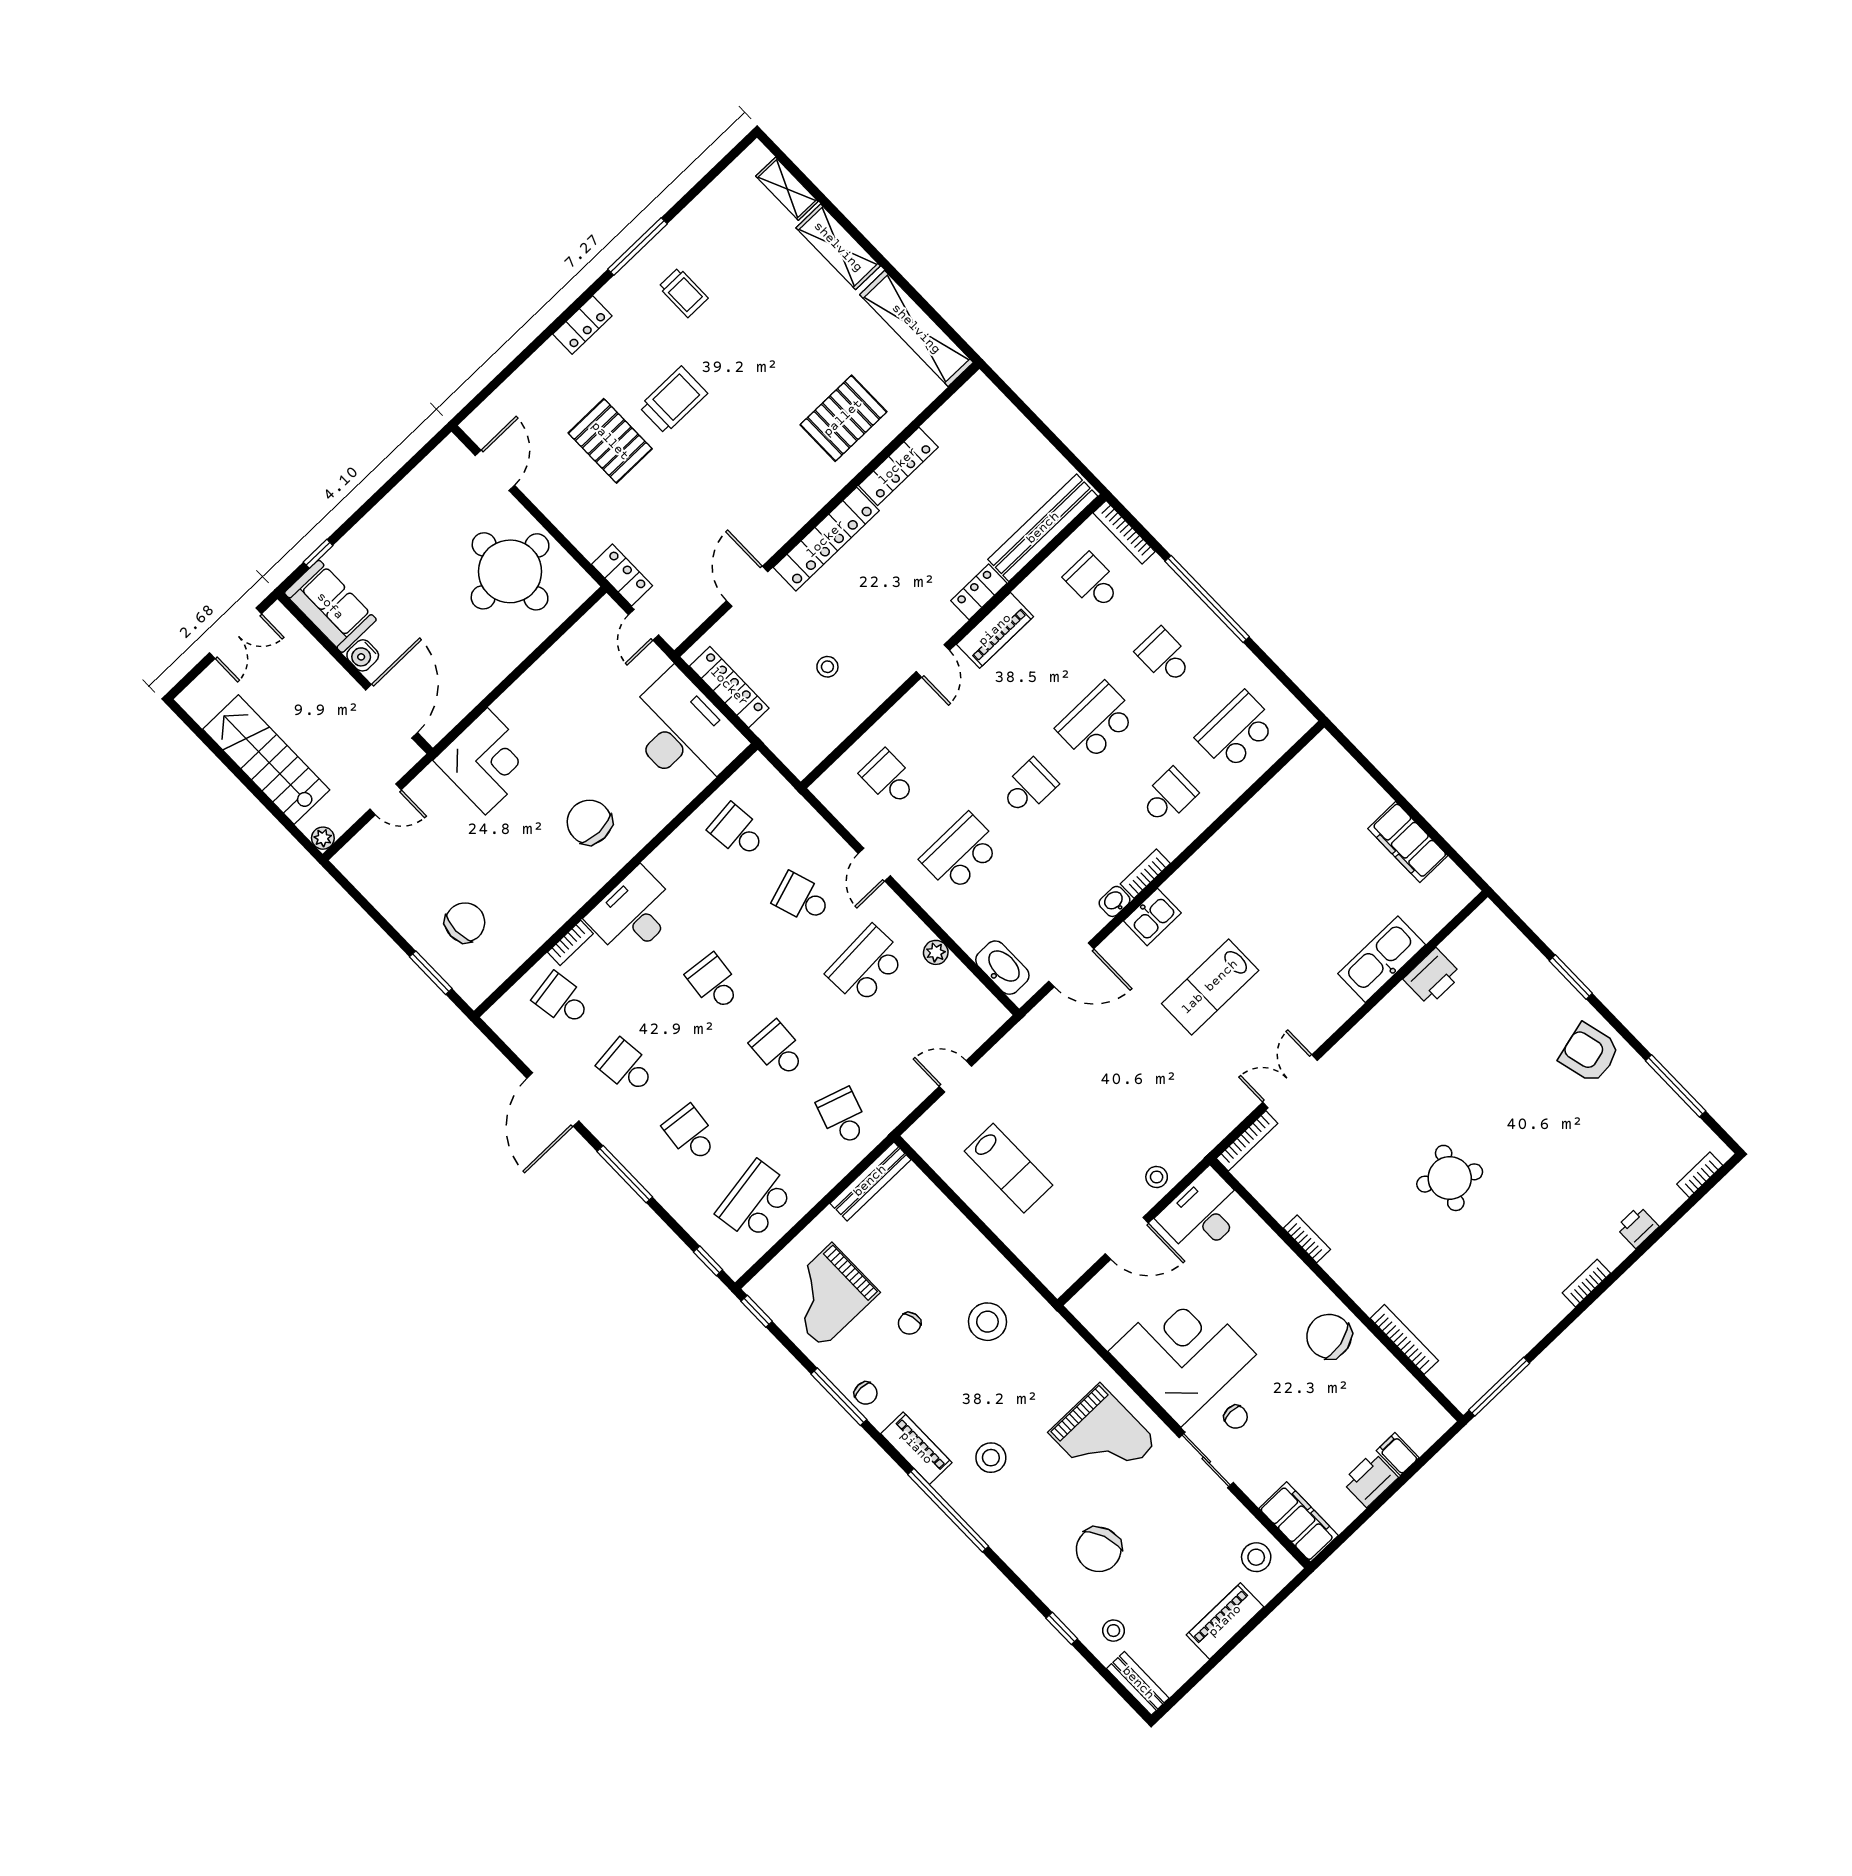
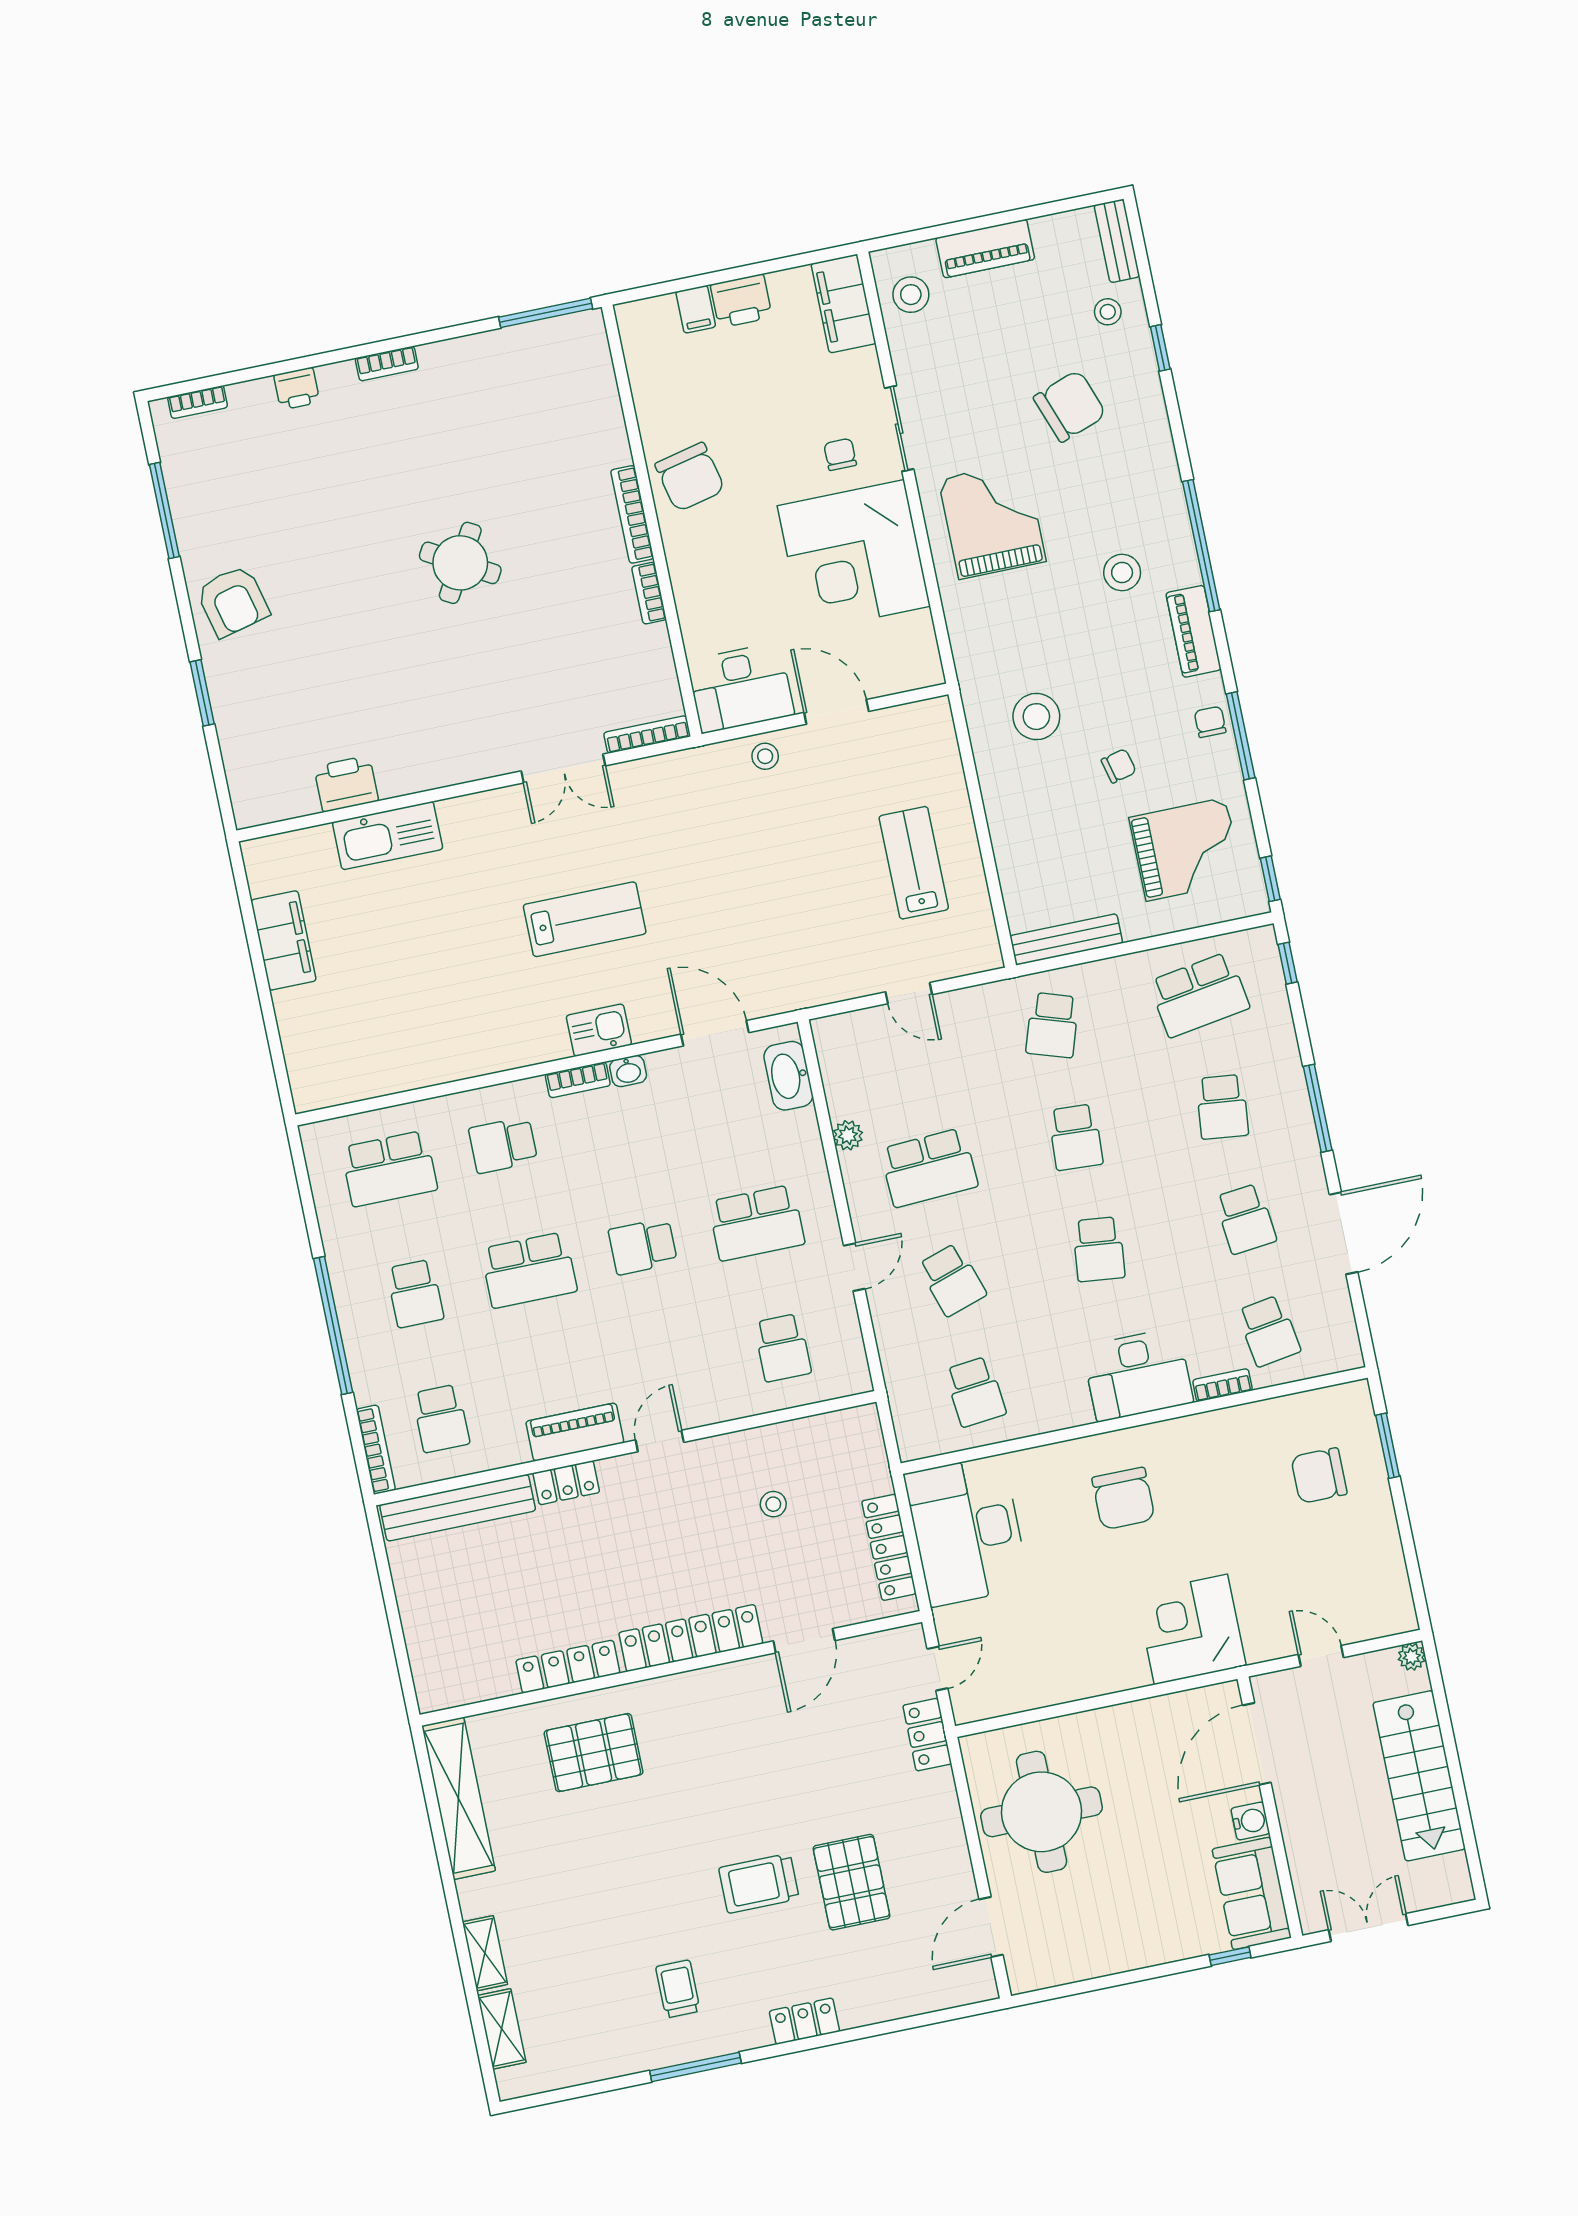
shelving: (838, 247) -> (485, 1953), width x0.67, depth x0.75
bookcase: (1404, 1339) -> (632, 514), moved

